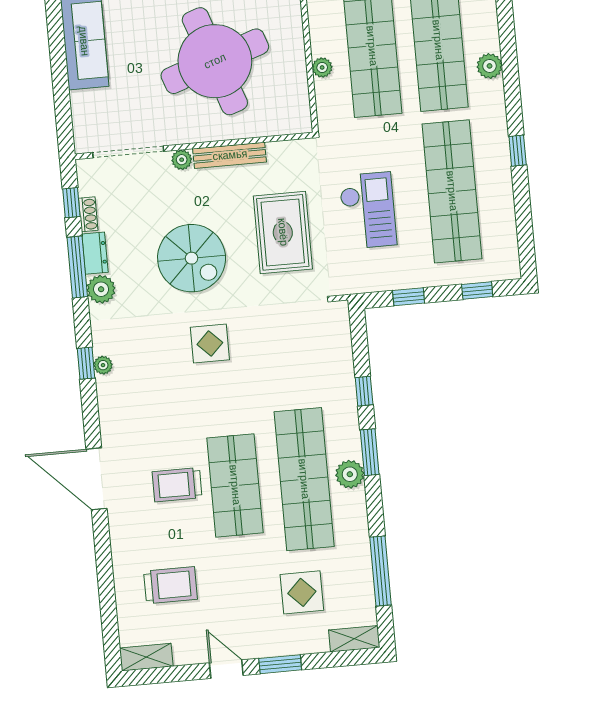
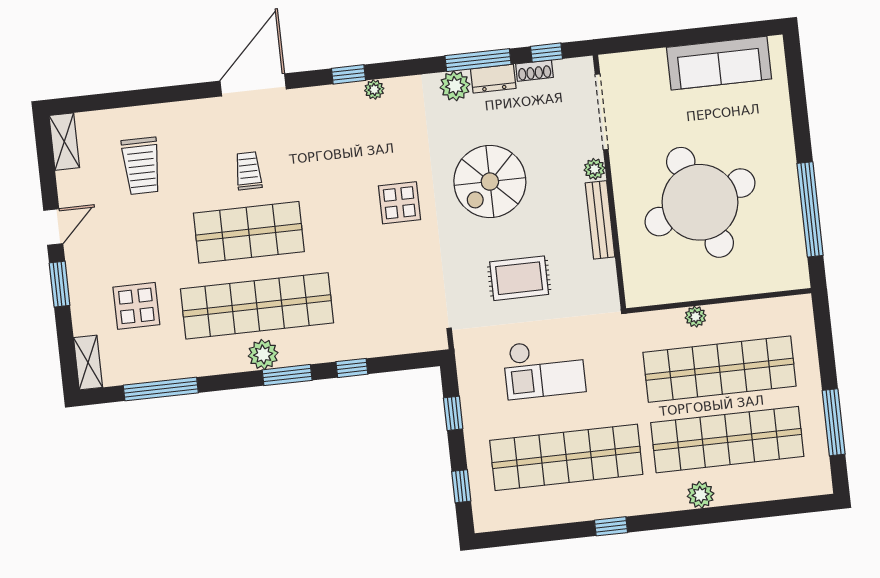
rug: (283, 232) -> (519, 278), width x0.73, depth x0.70
window: (86, 363) -> (349, 74), moved
trolley: (177, 485) -> (248, 171), width x0.73, depth x0.72

